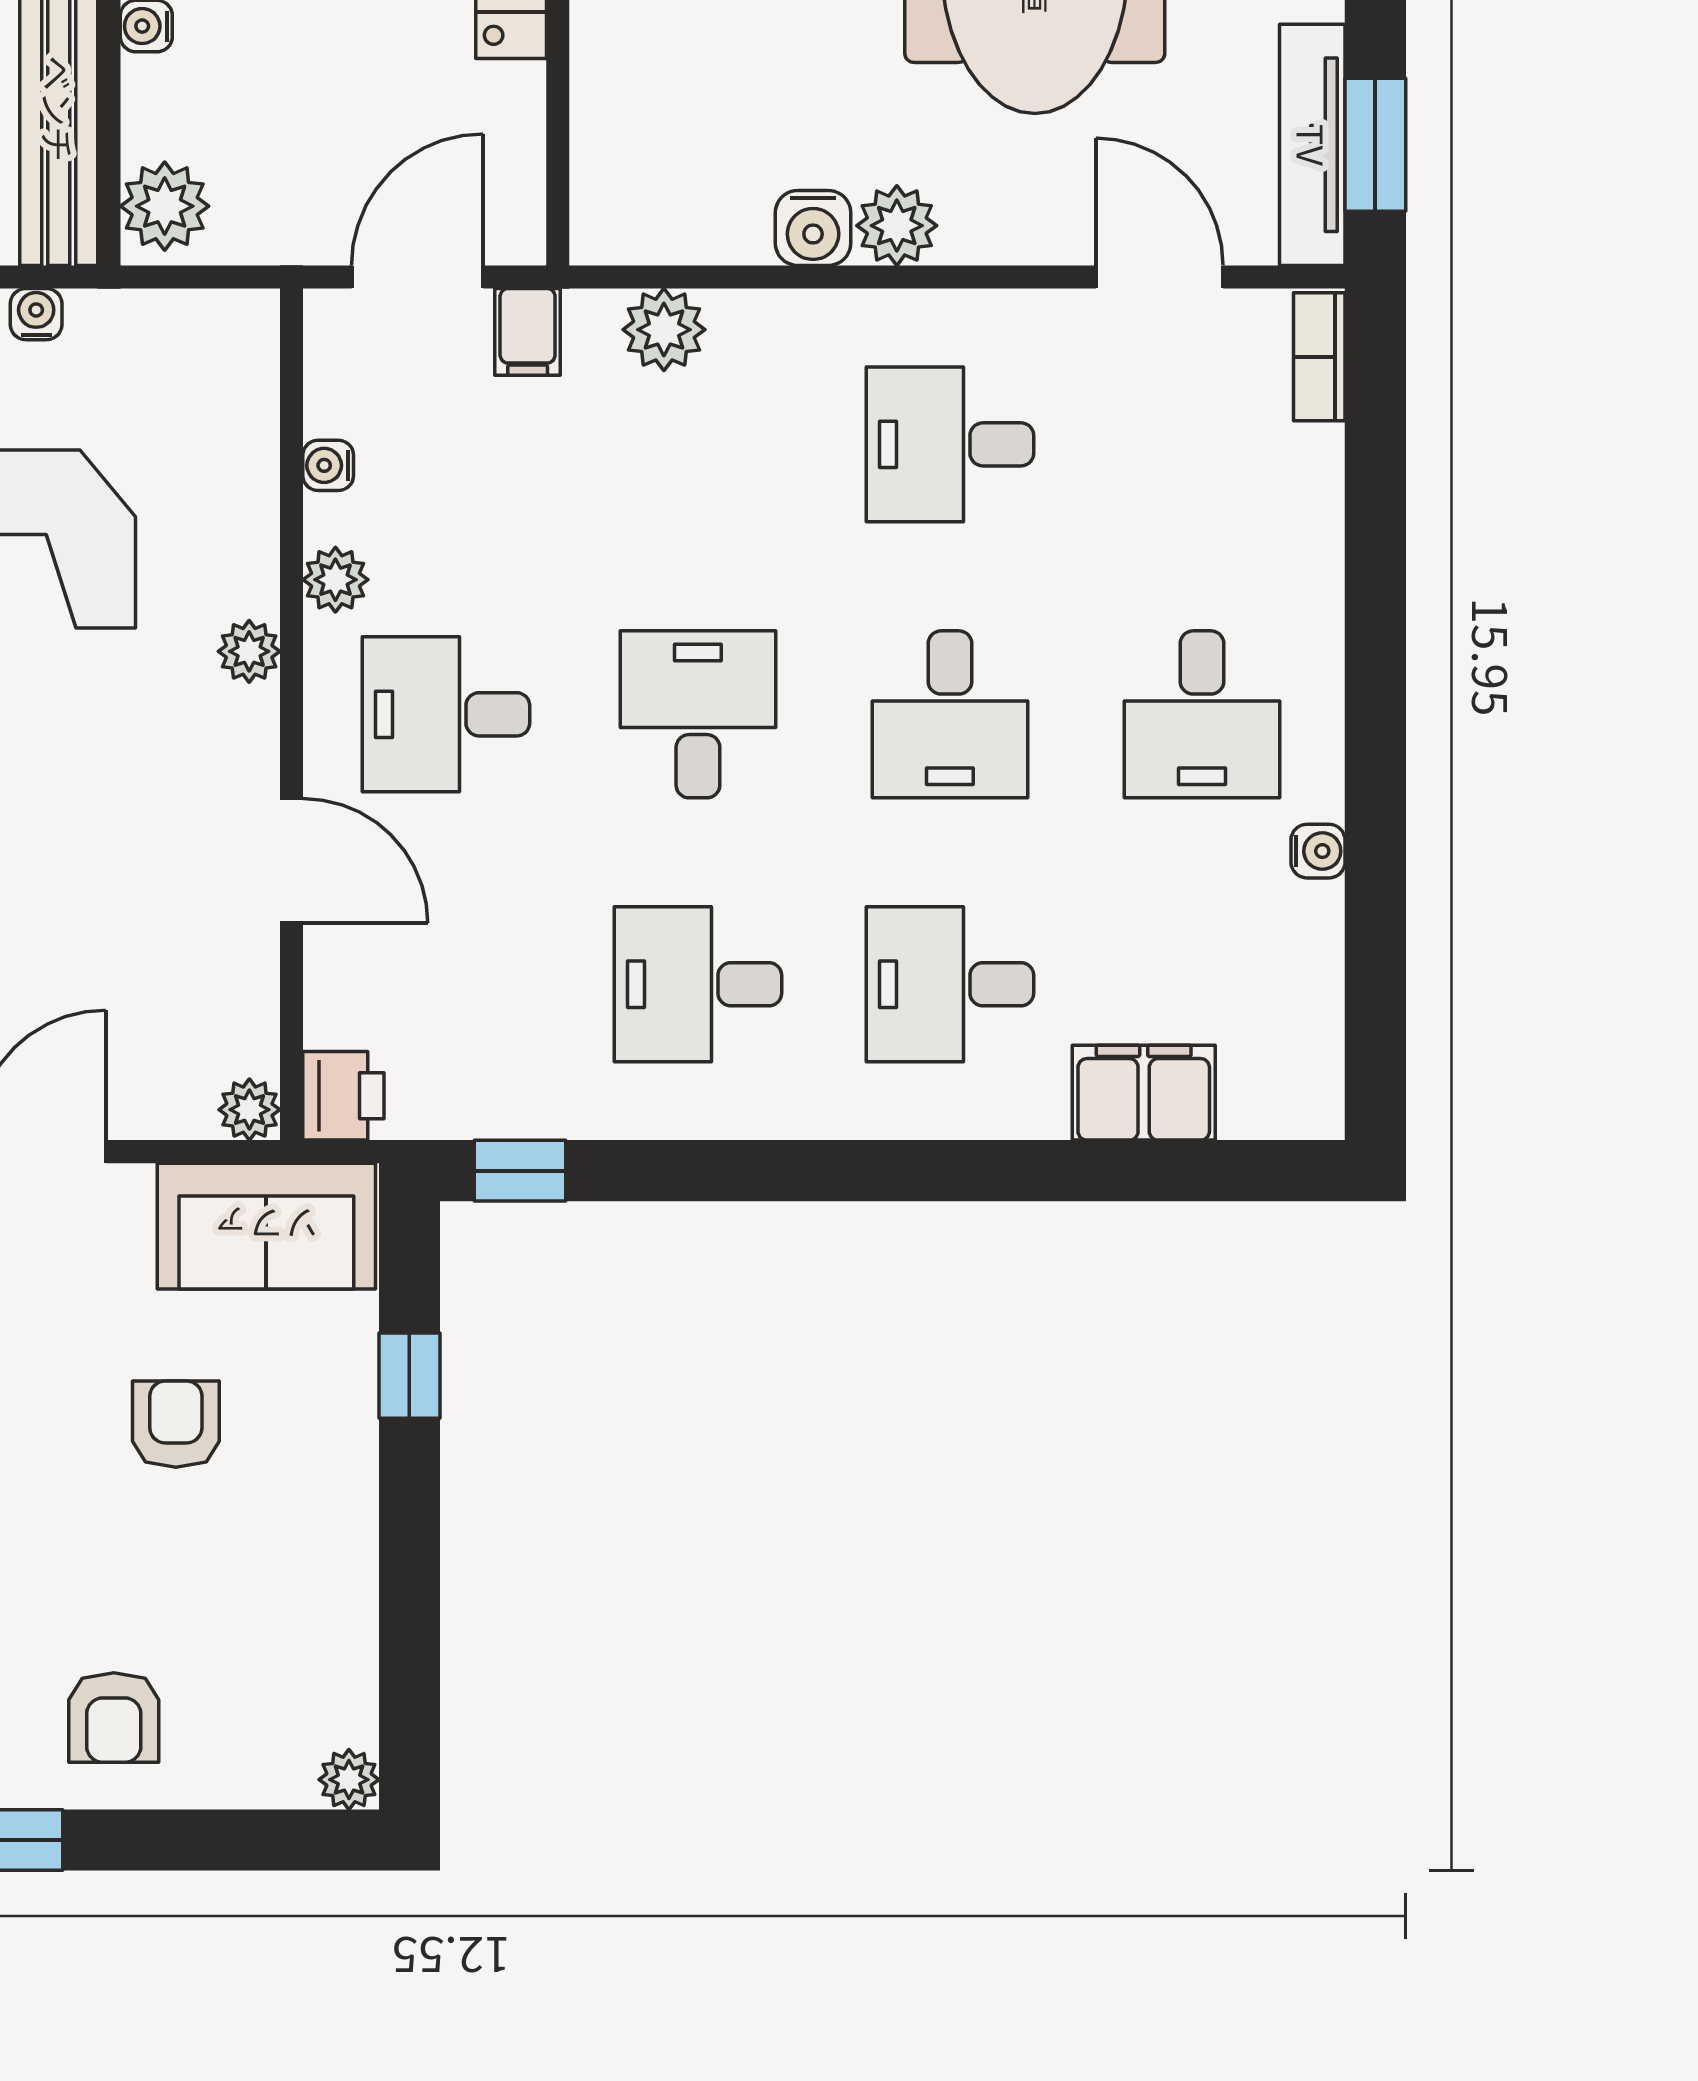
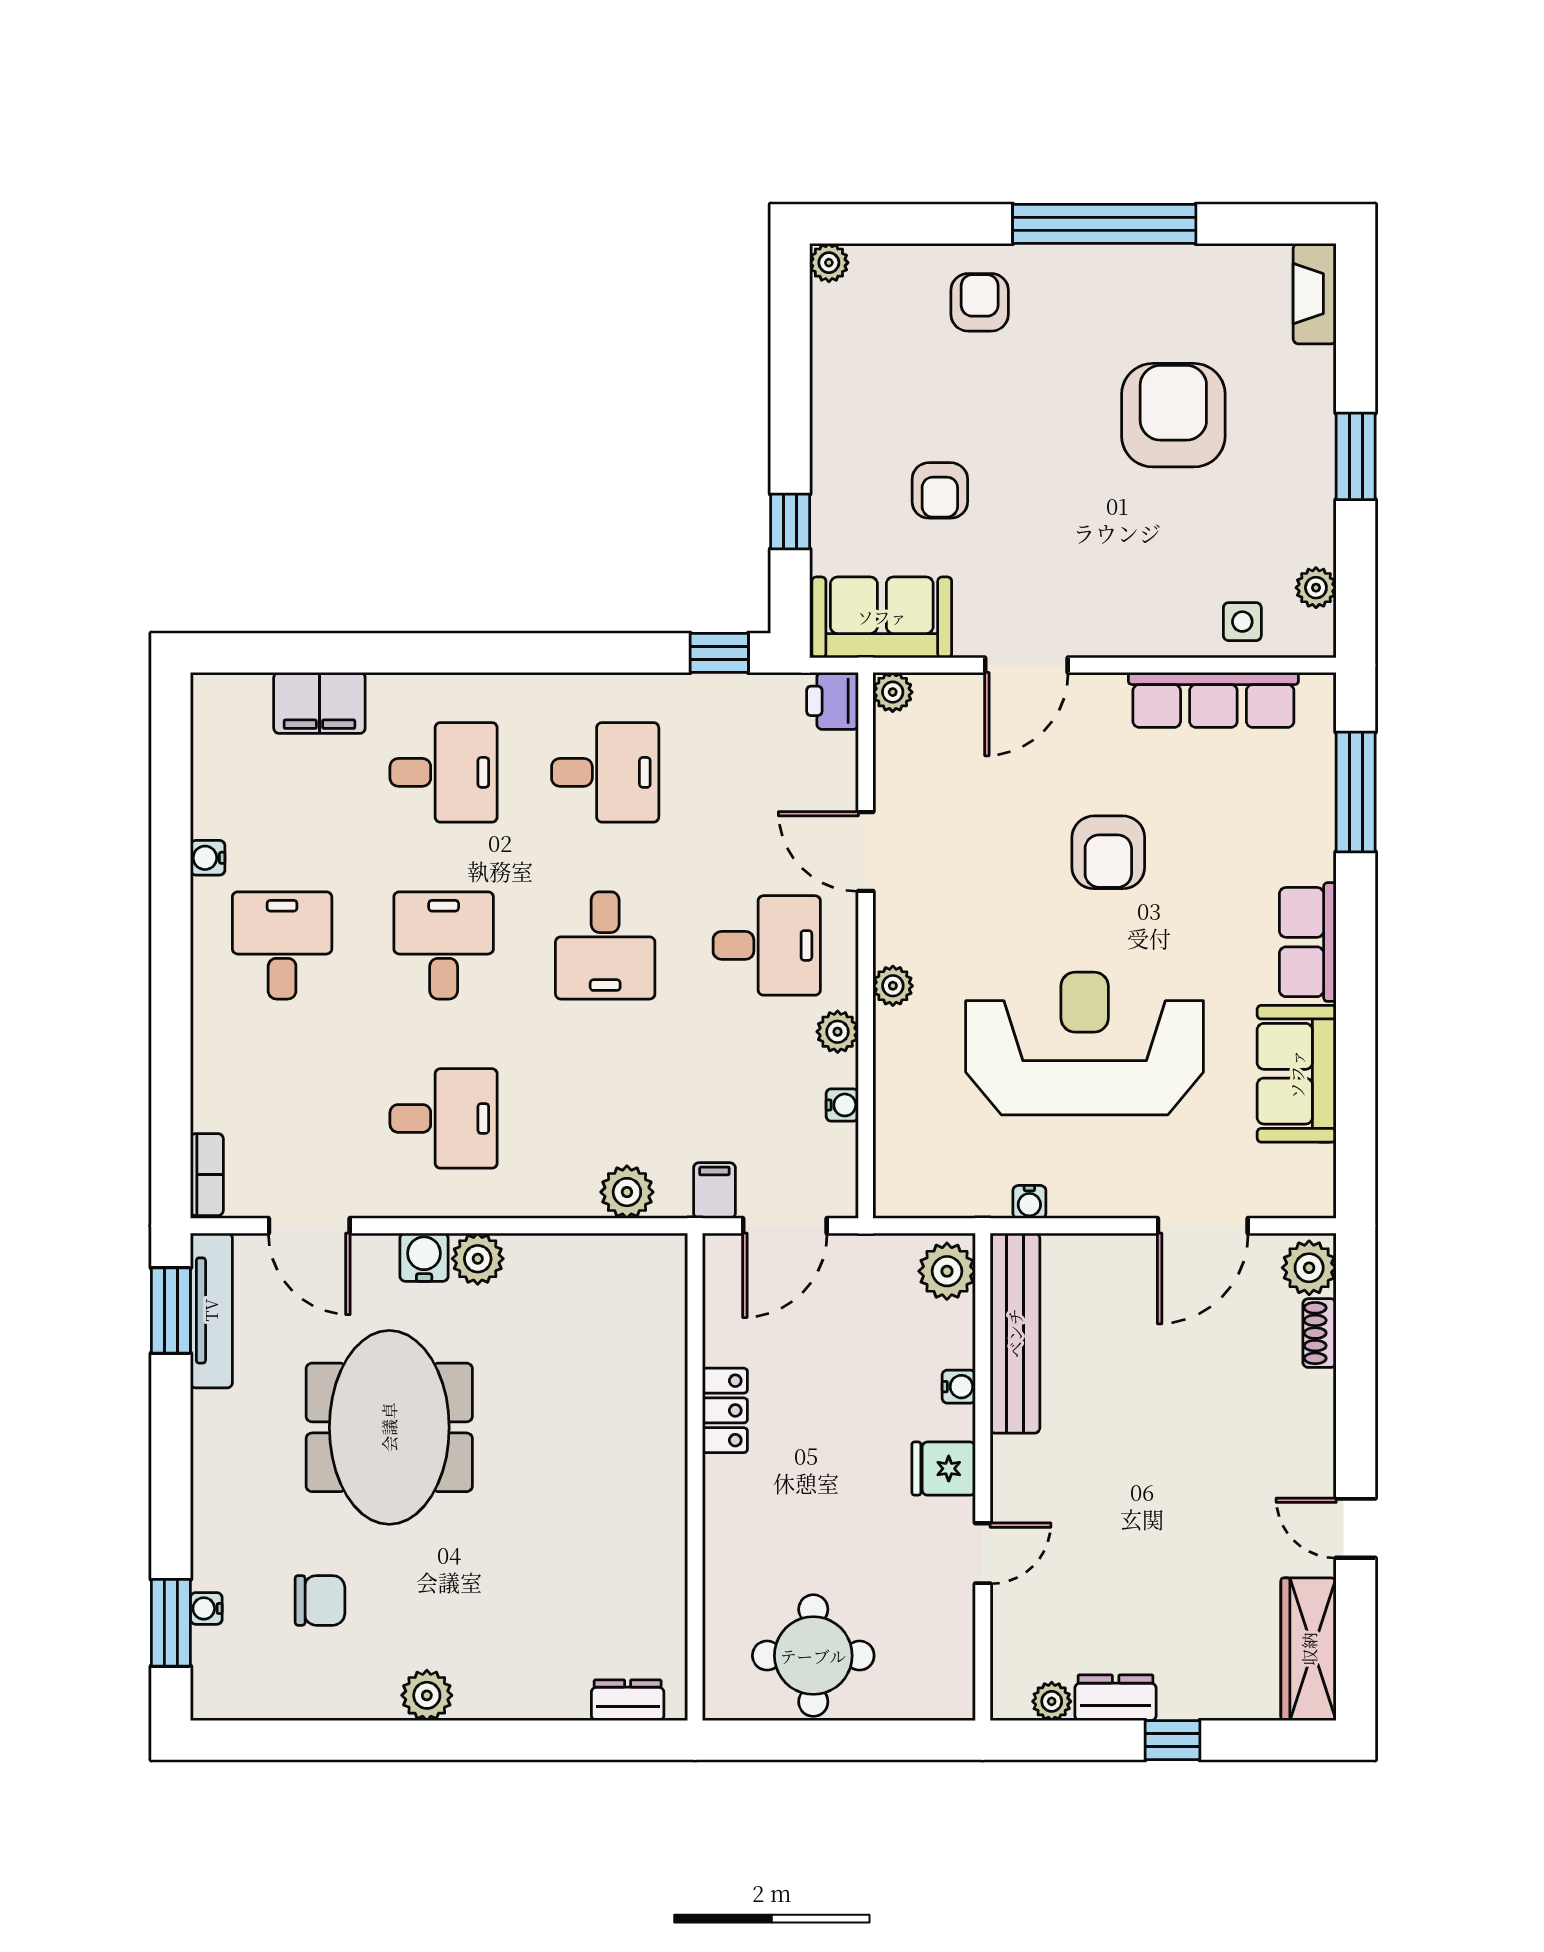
water cooler: (813, 228) -> (424, 1257), moved

